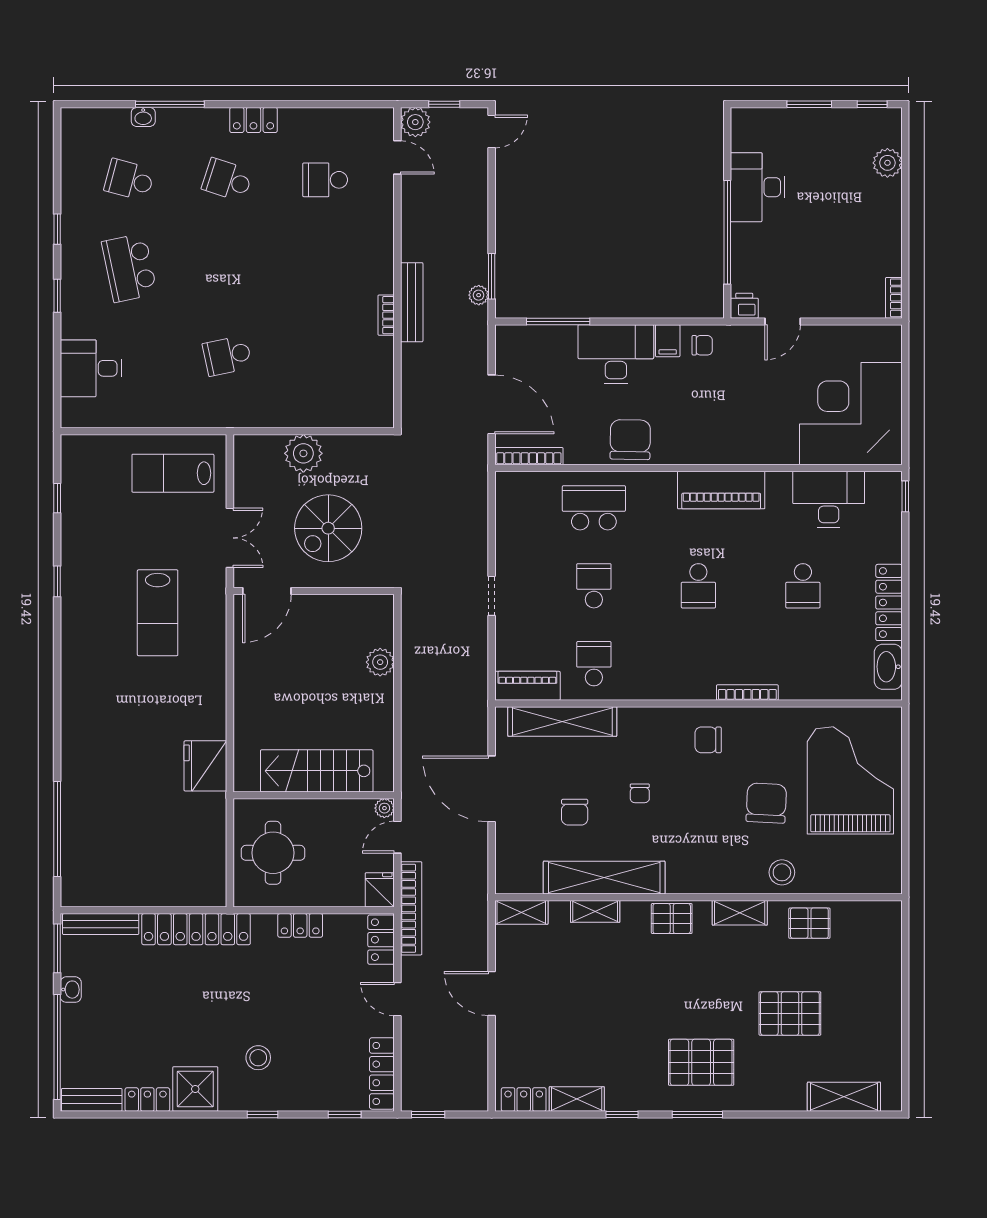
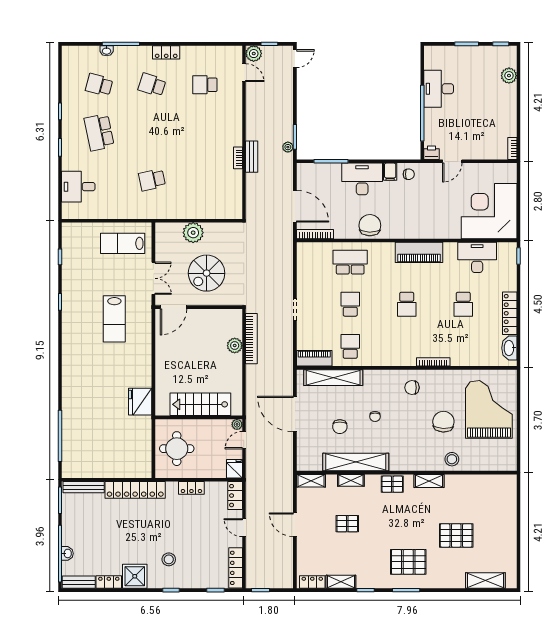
bench: (412, 302) -> (252, 157), width x0.73
bookcase: (411, 908) -> (251, 339), moved
pallet: (809, 923) -> (347, 524), moved
washbasin: (71, 990) -> (67, 553), moved

